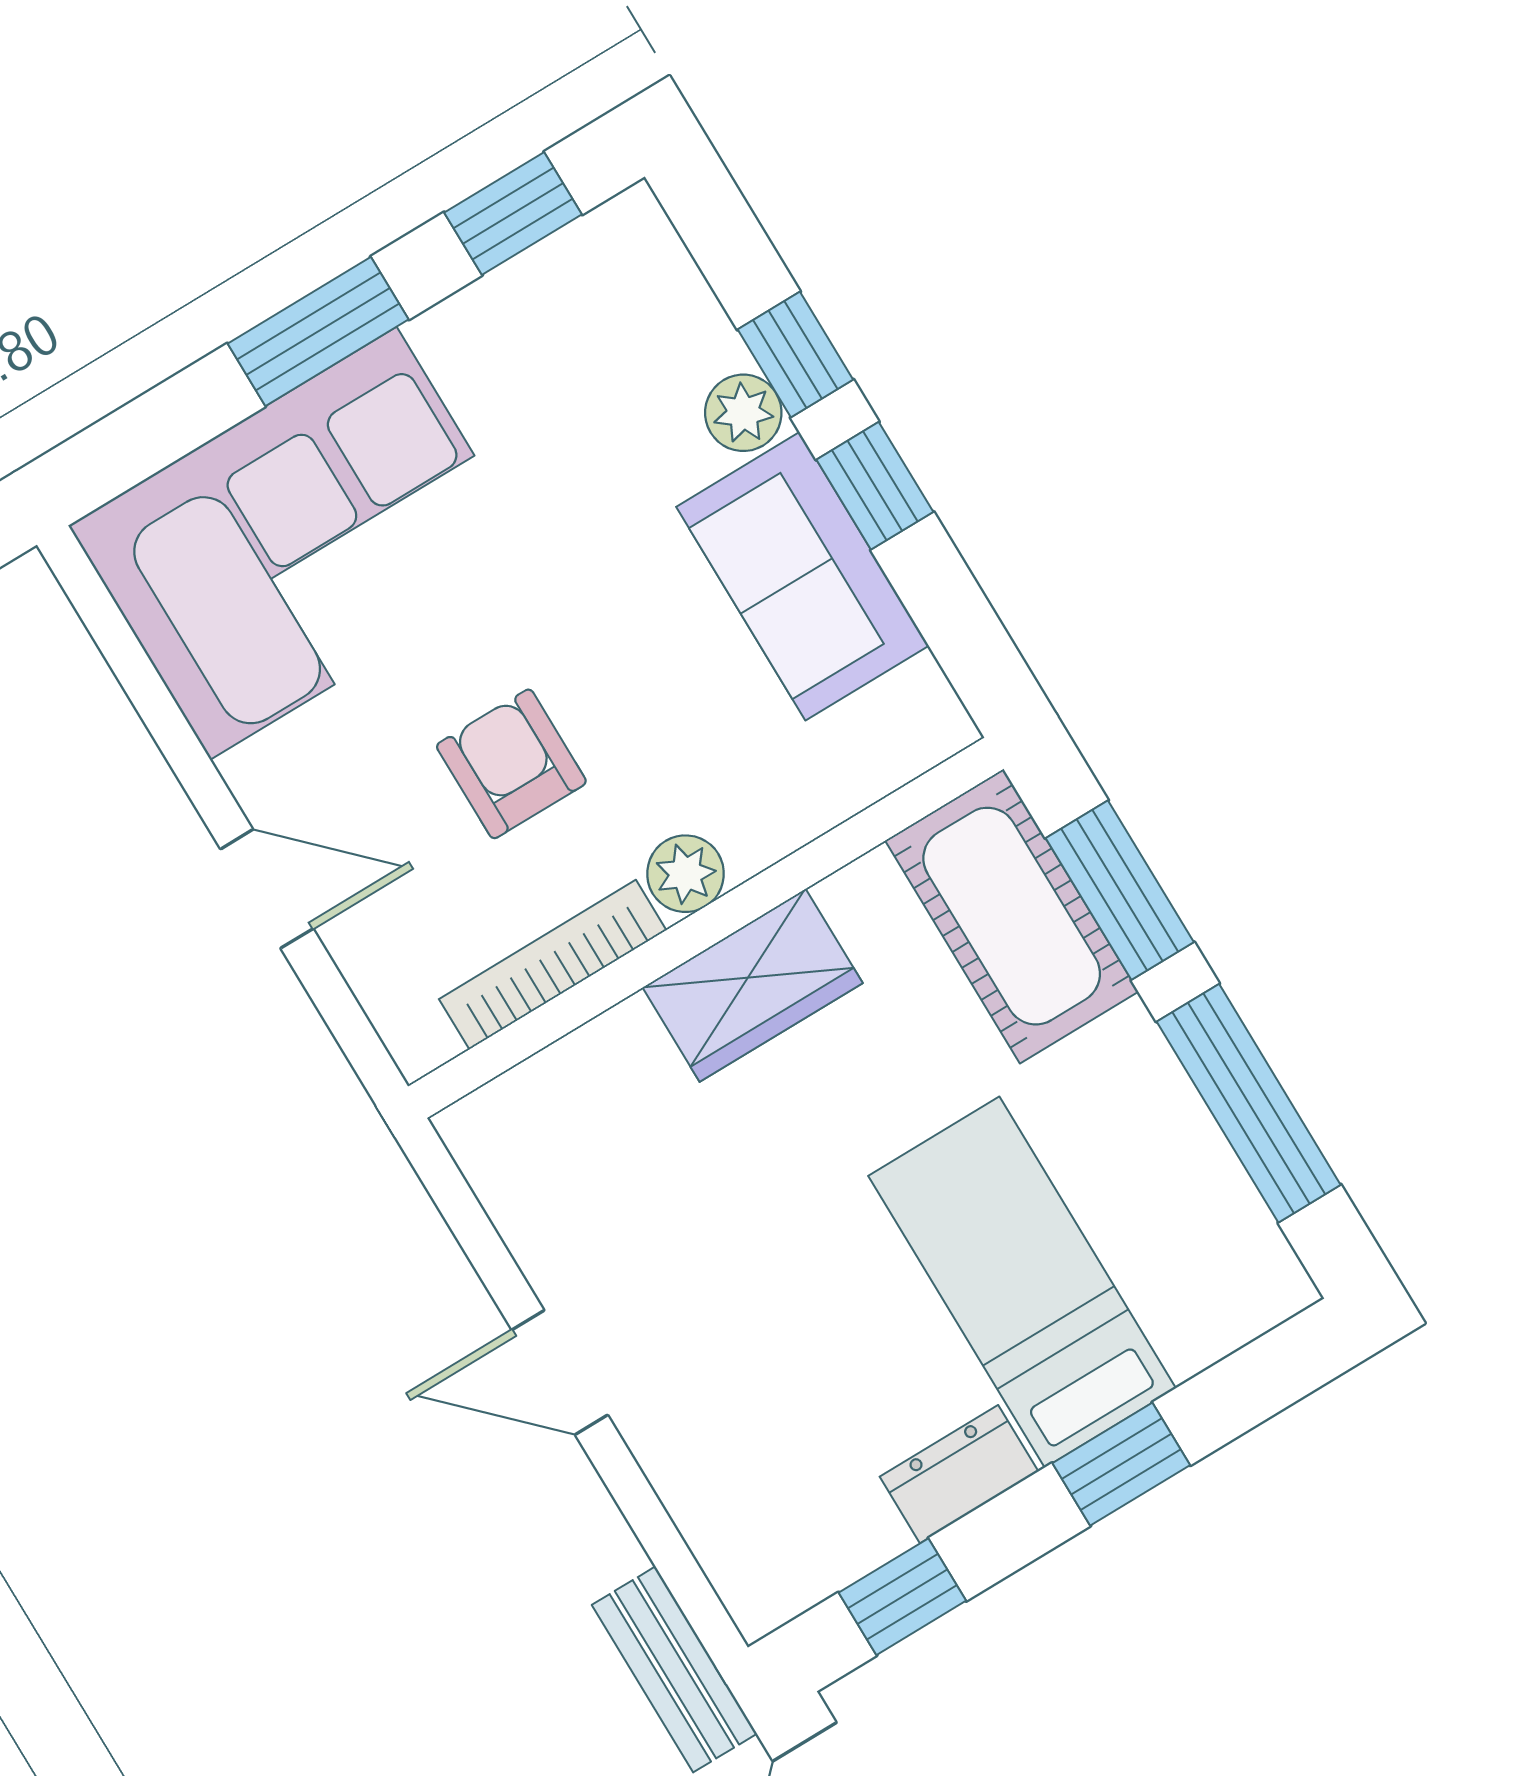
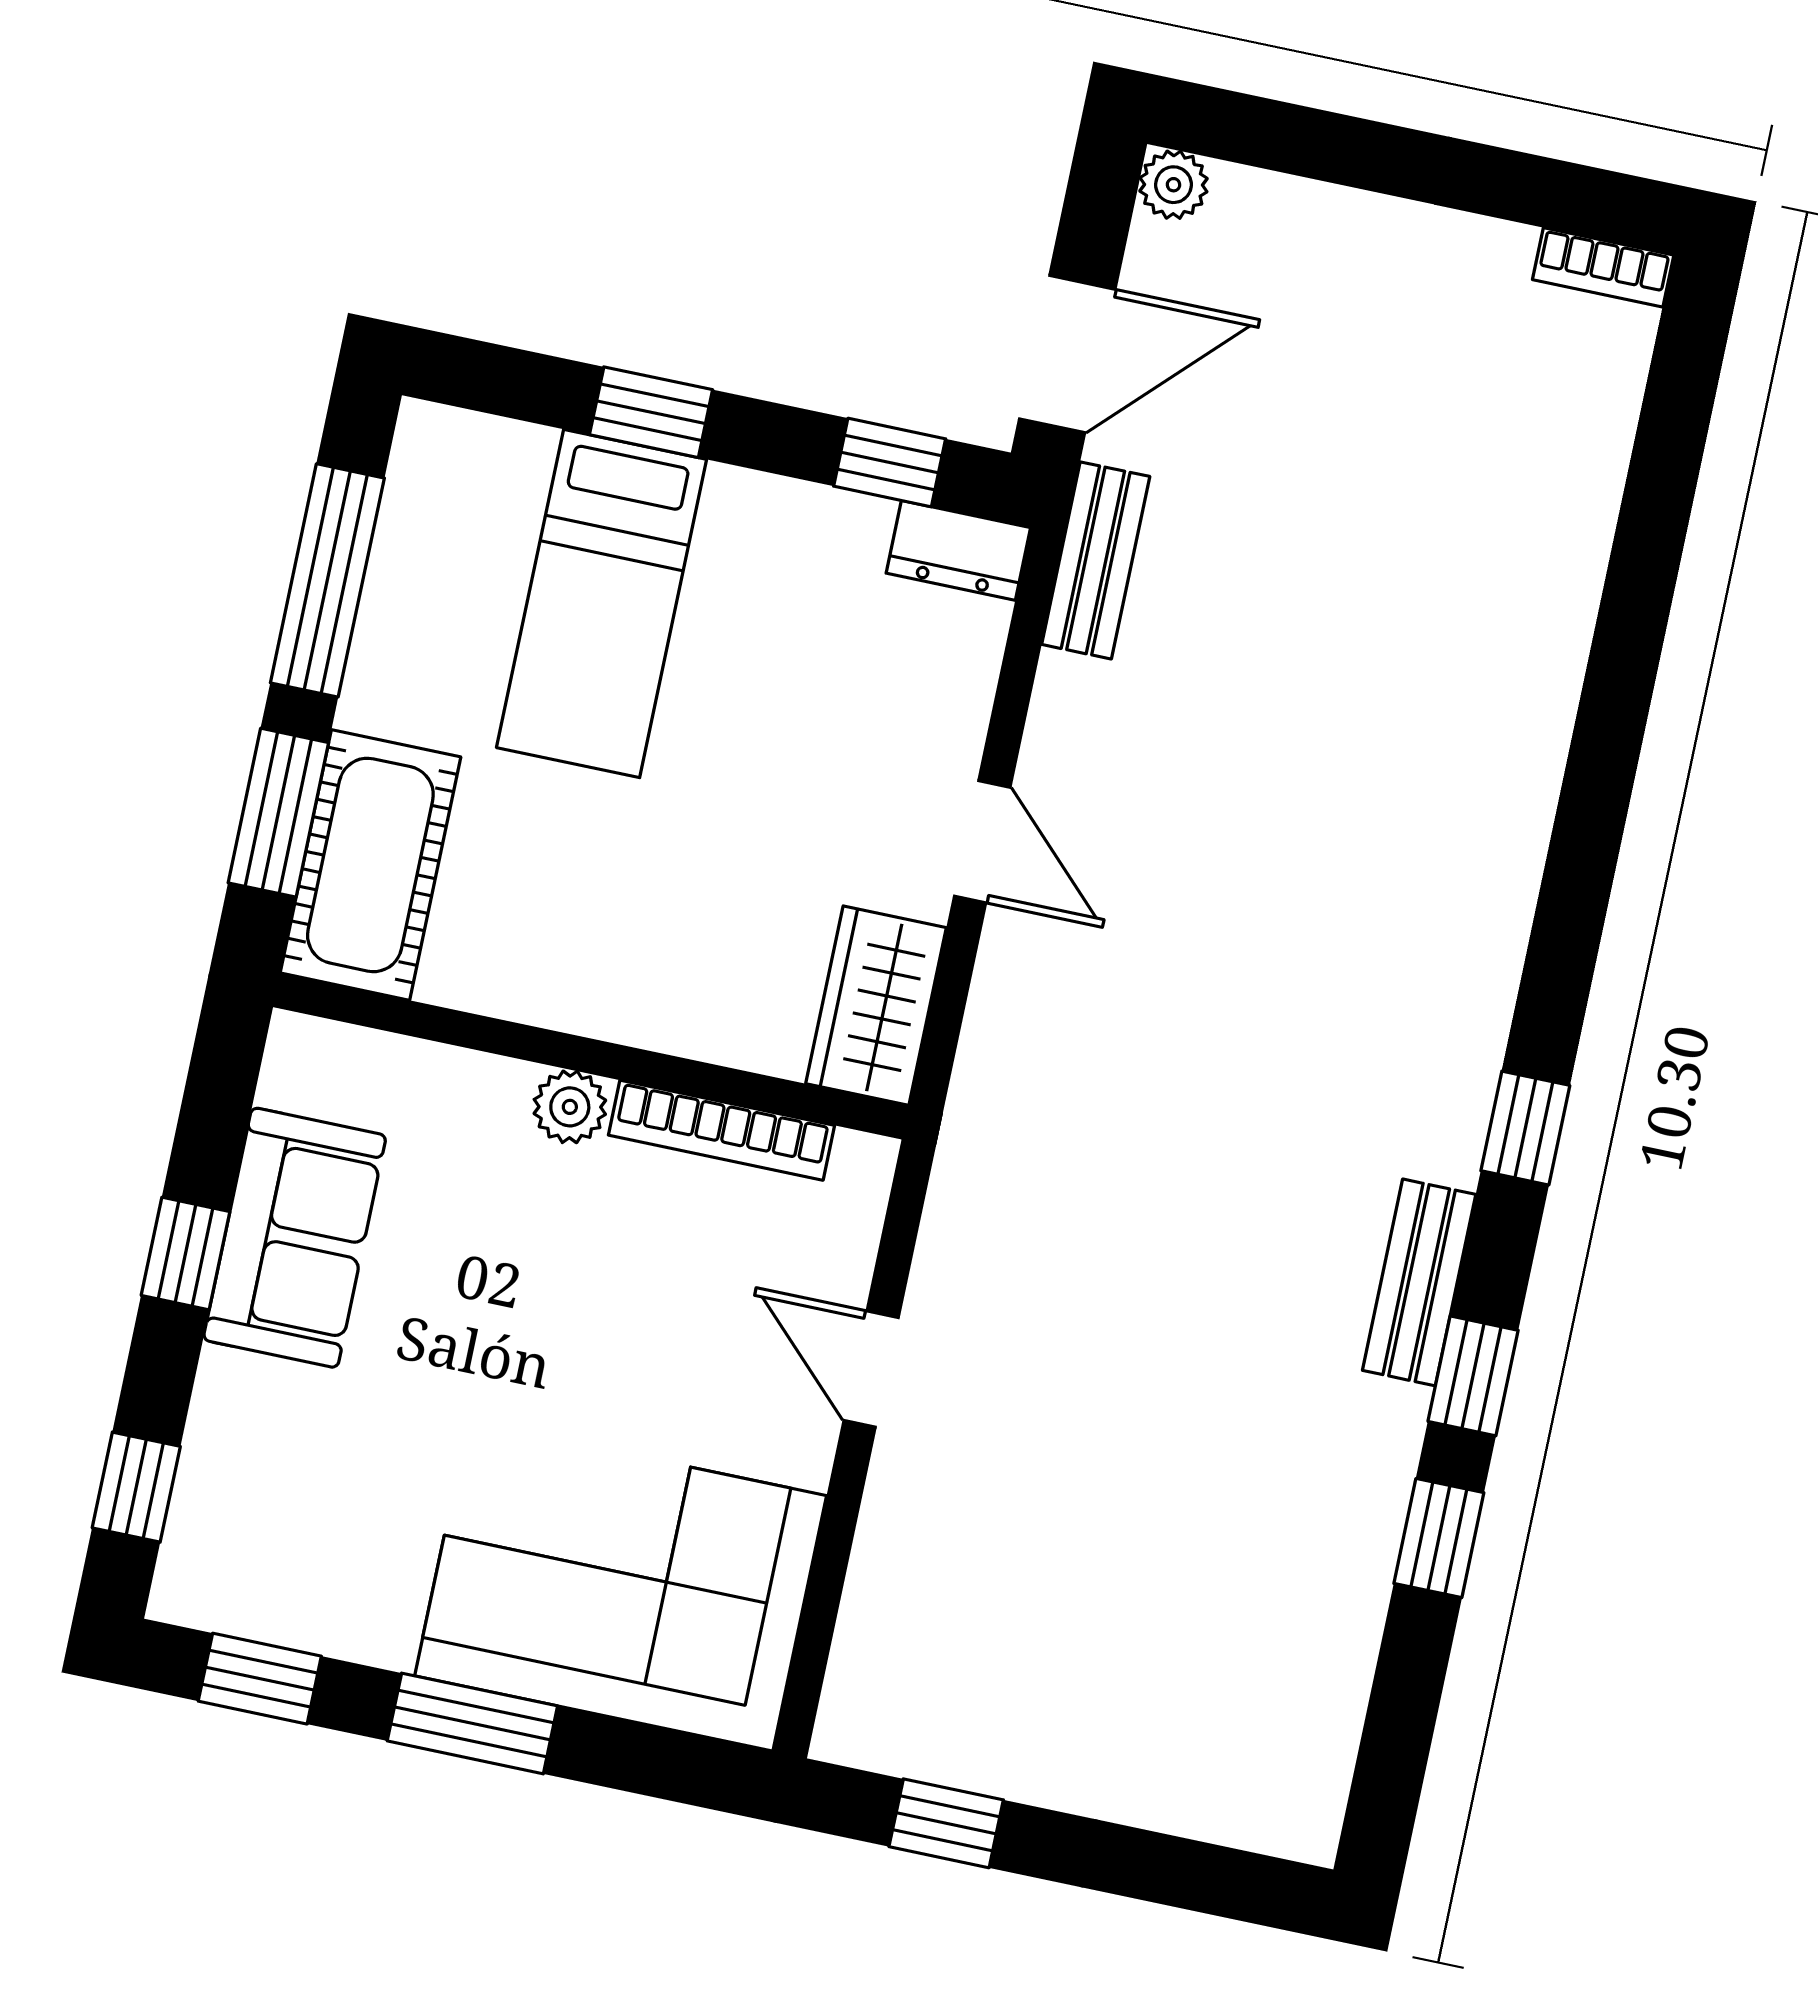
window: (795, 355) -> (136, 1487), moved
plant: (743, 413) -> (229, 1390), removed
armchair: (511, 764) -> (619, 1297), removed
wardrobe: (753, 985) -> (876, 1006), moved, turned -90
dresser: (959, 1474) -> (958, 550), moved

